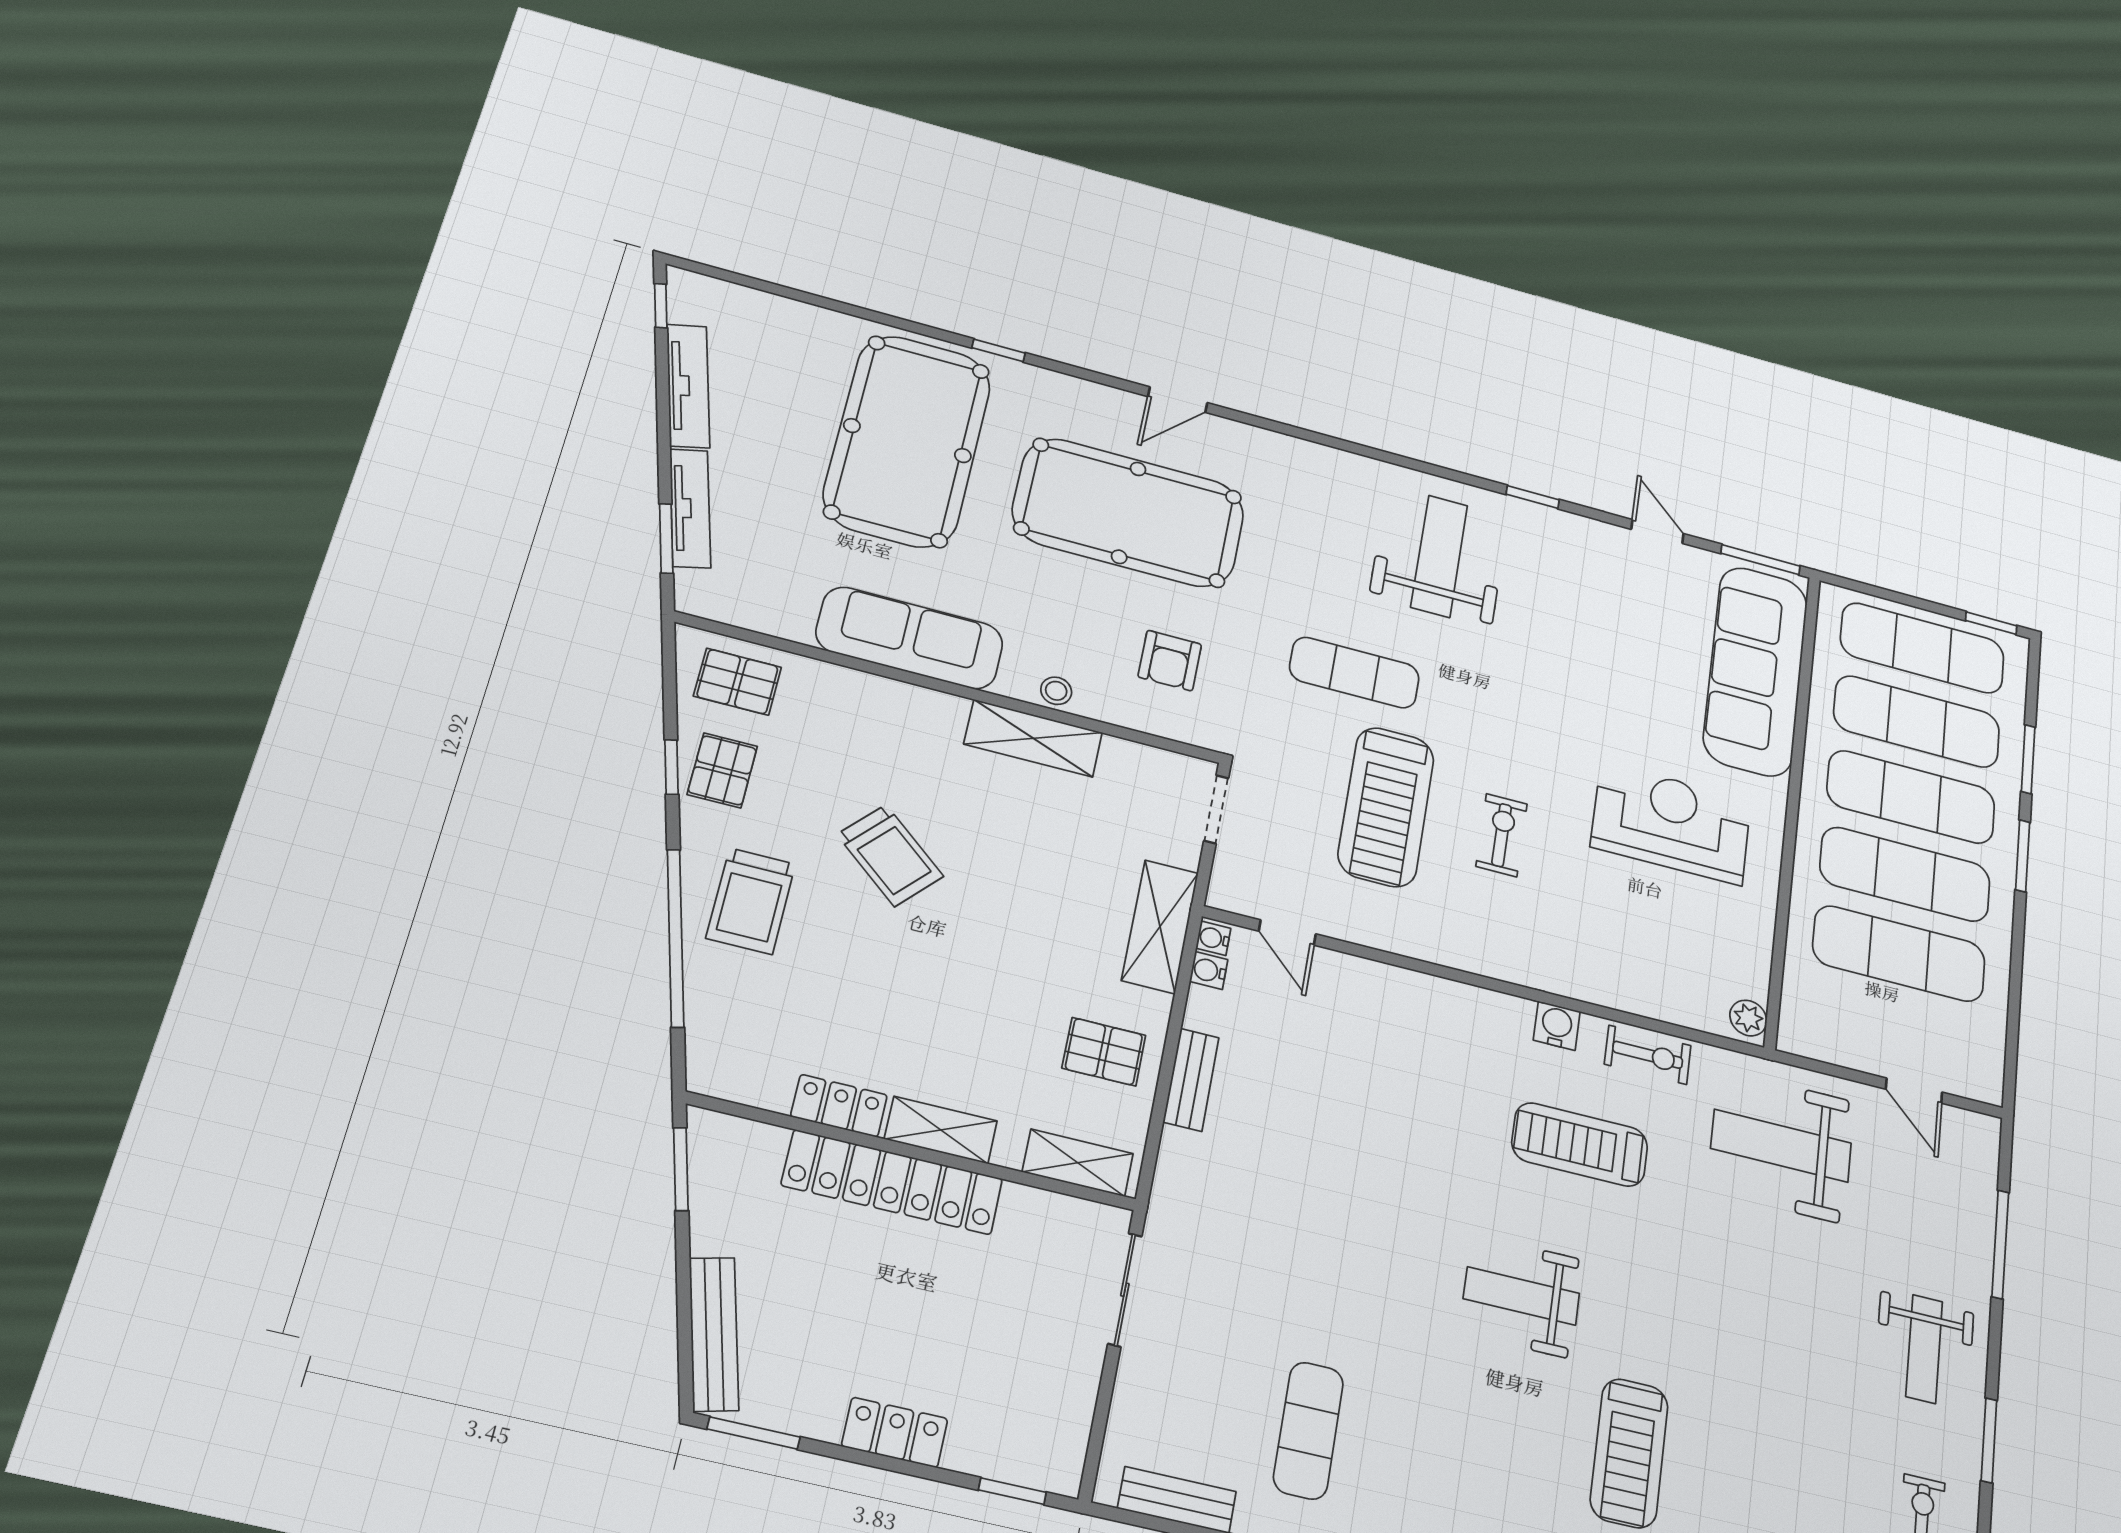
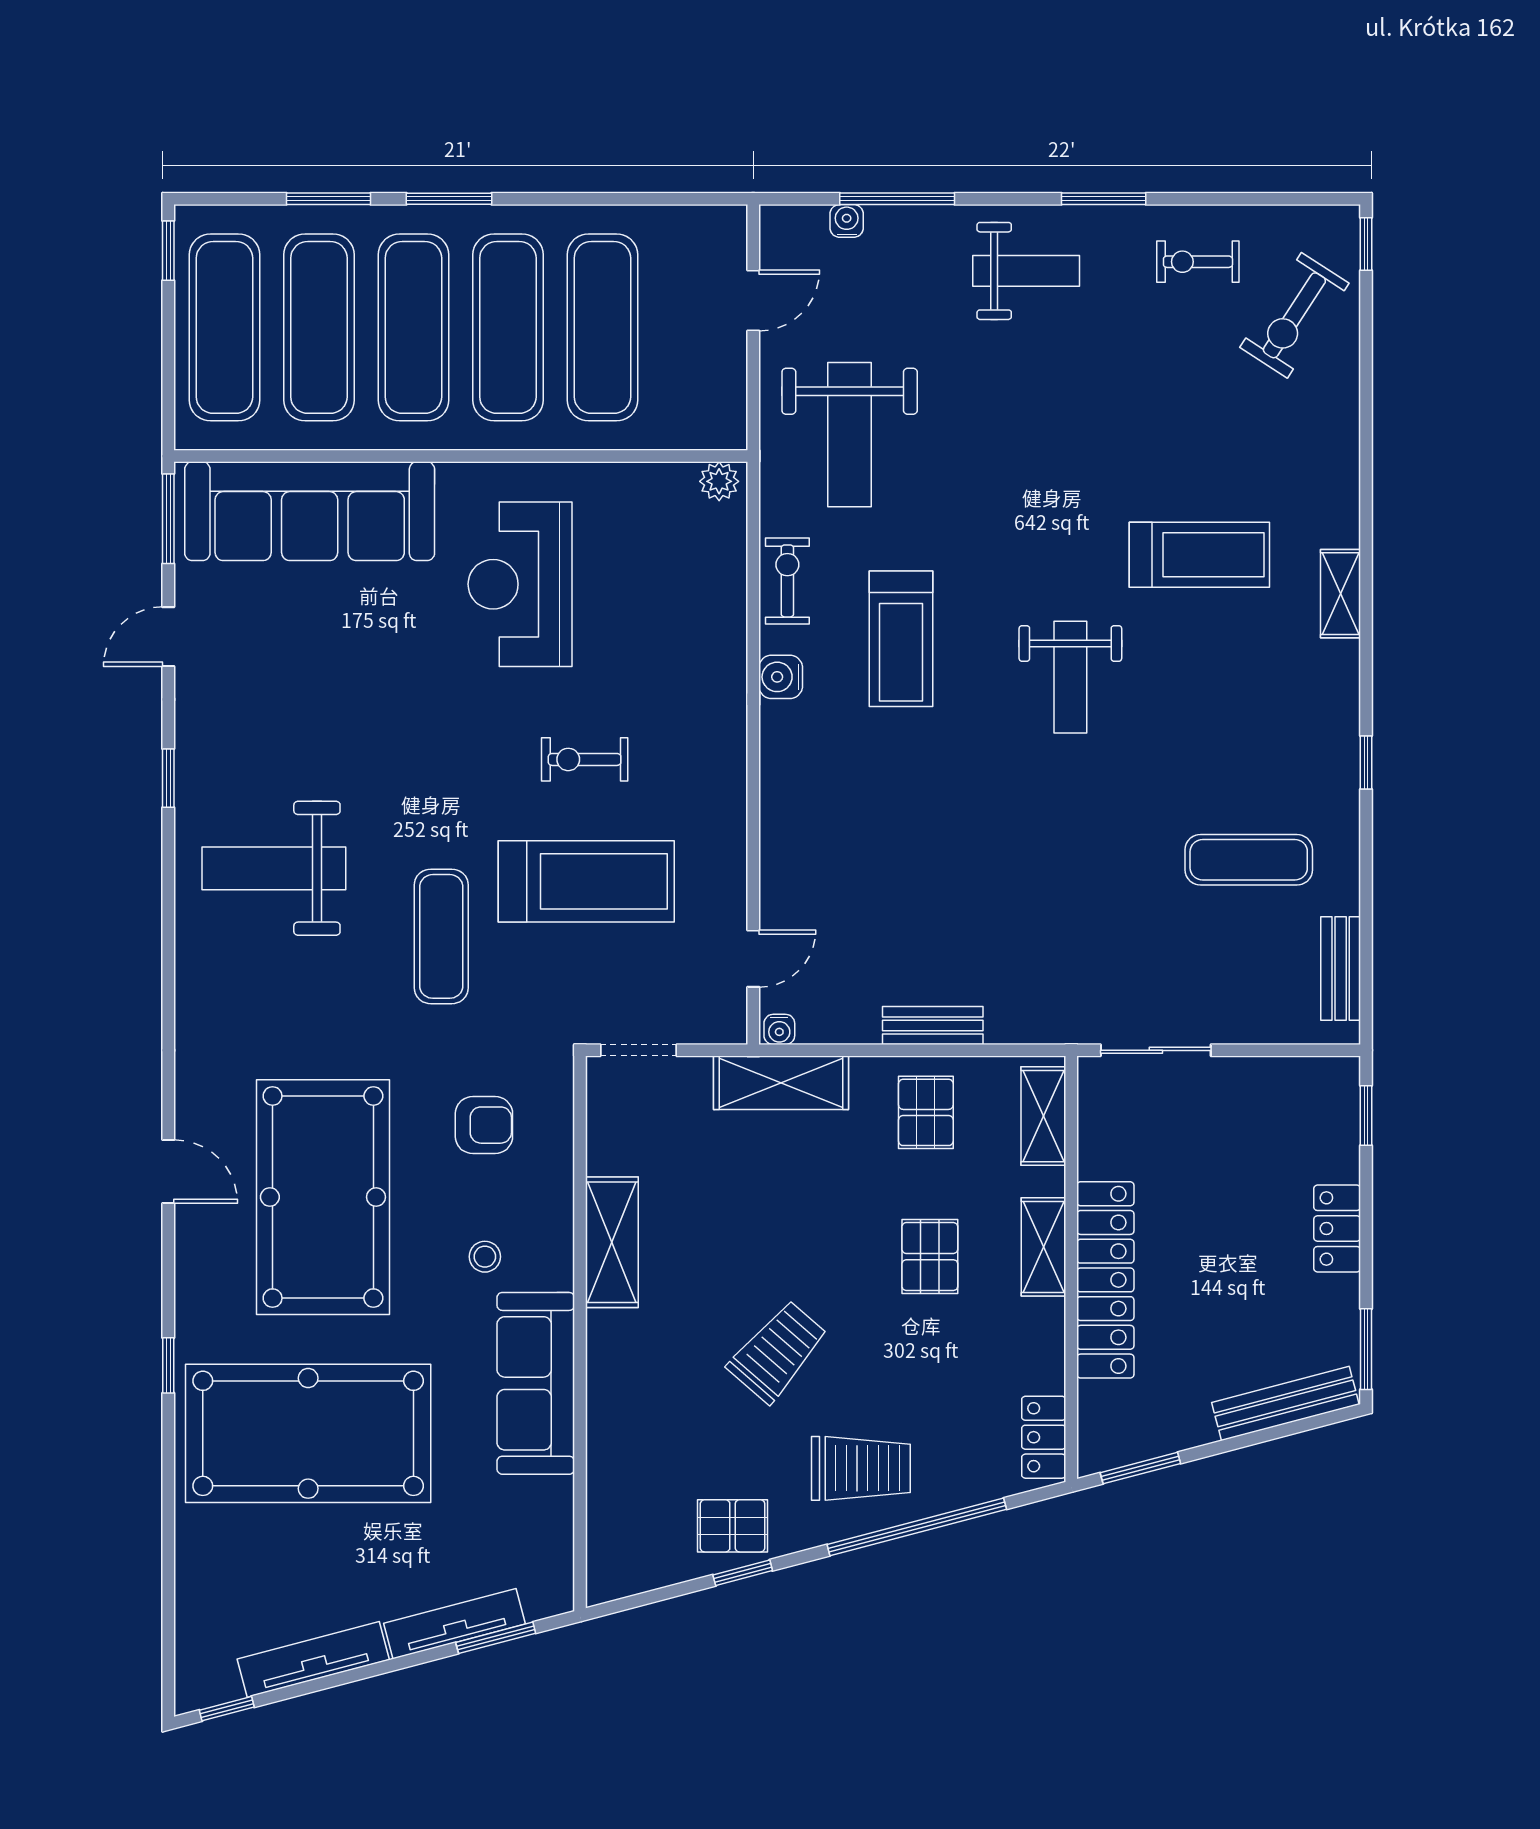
pallet: (737, 682) -> (930, 1257), moved
stool: (1056, 691) -> (485, 1257), moved
water cooler: (1209, 971) -> (847, 221), moved, turned 180
locker: (839, 1106) -> (1044, 1437), moved

